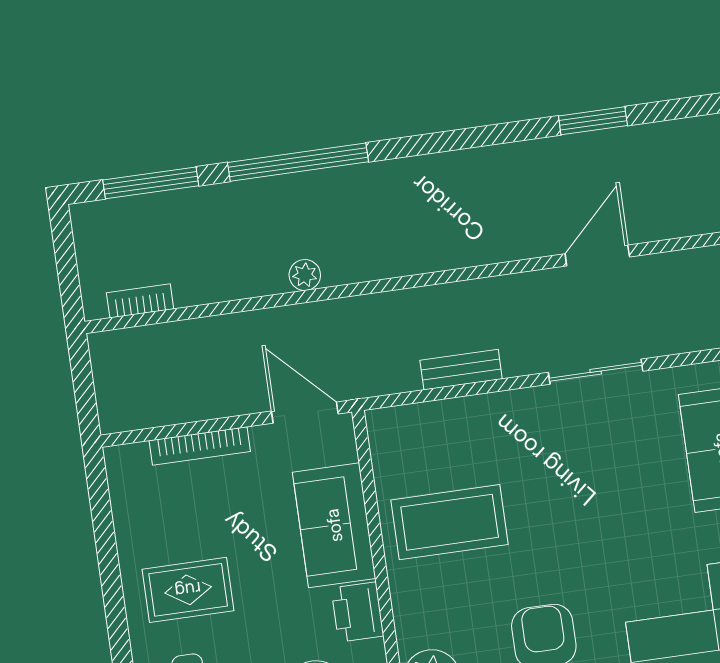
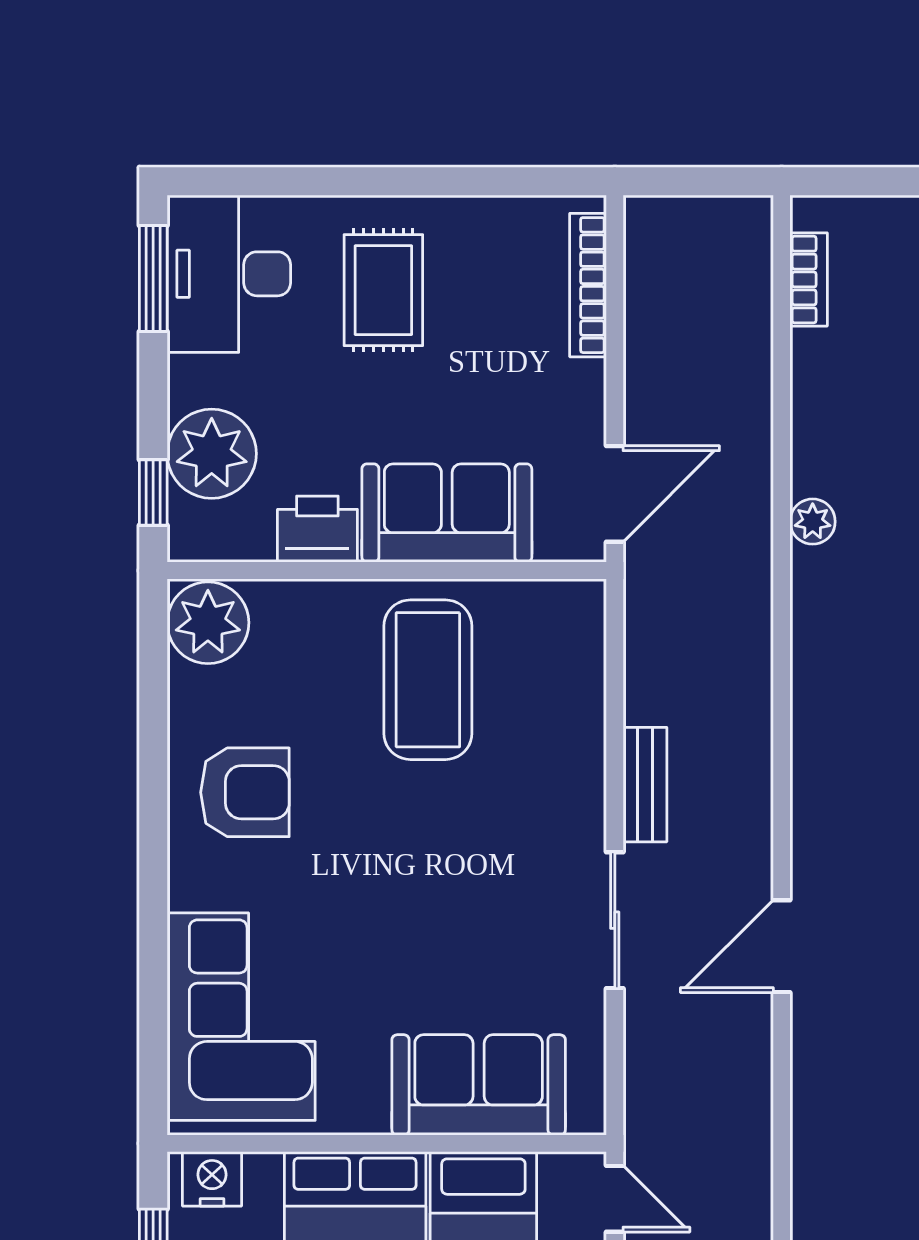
door: (597, 255) -> (782, 946), swing flipped
bench: (461, 370) -> (645, 785), moved
bookcase: (200, 446) -> (588, 285), moved

